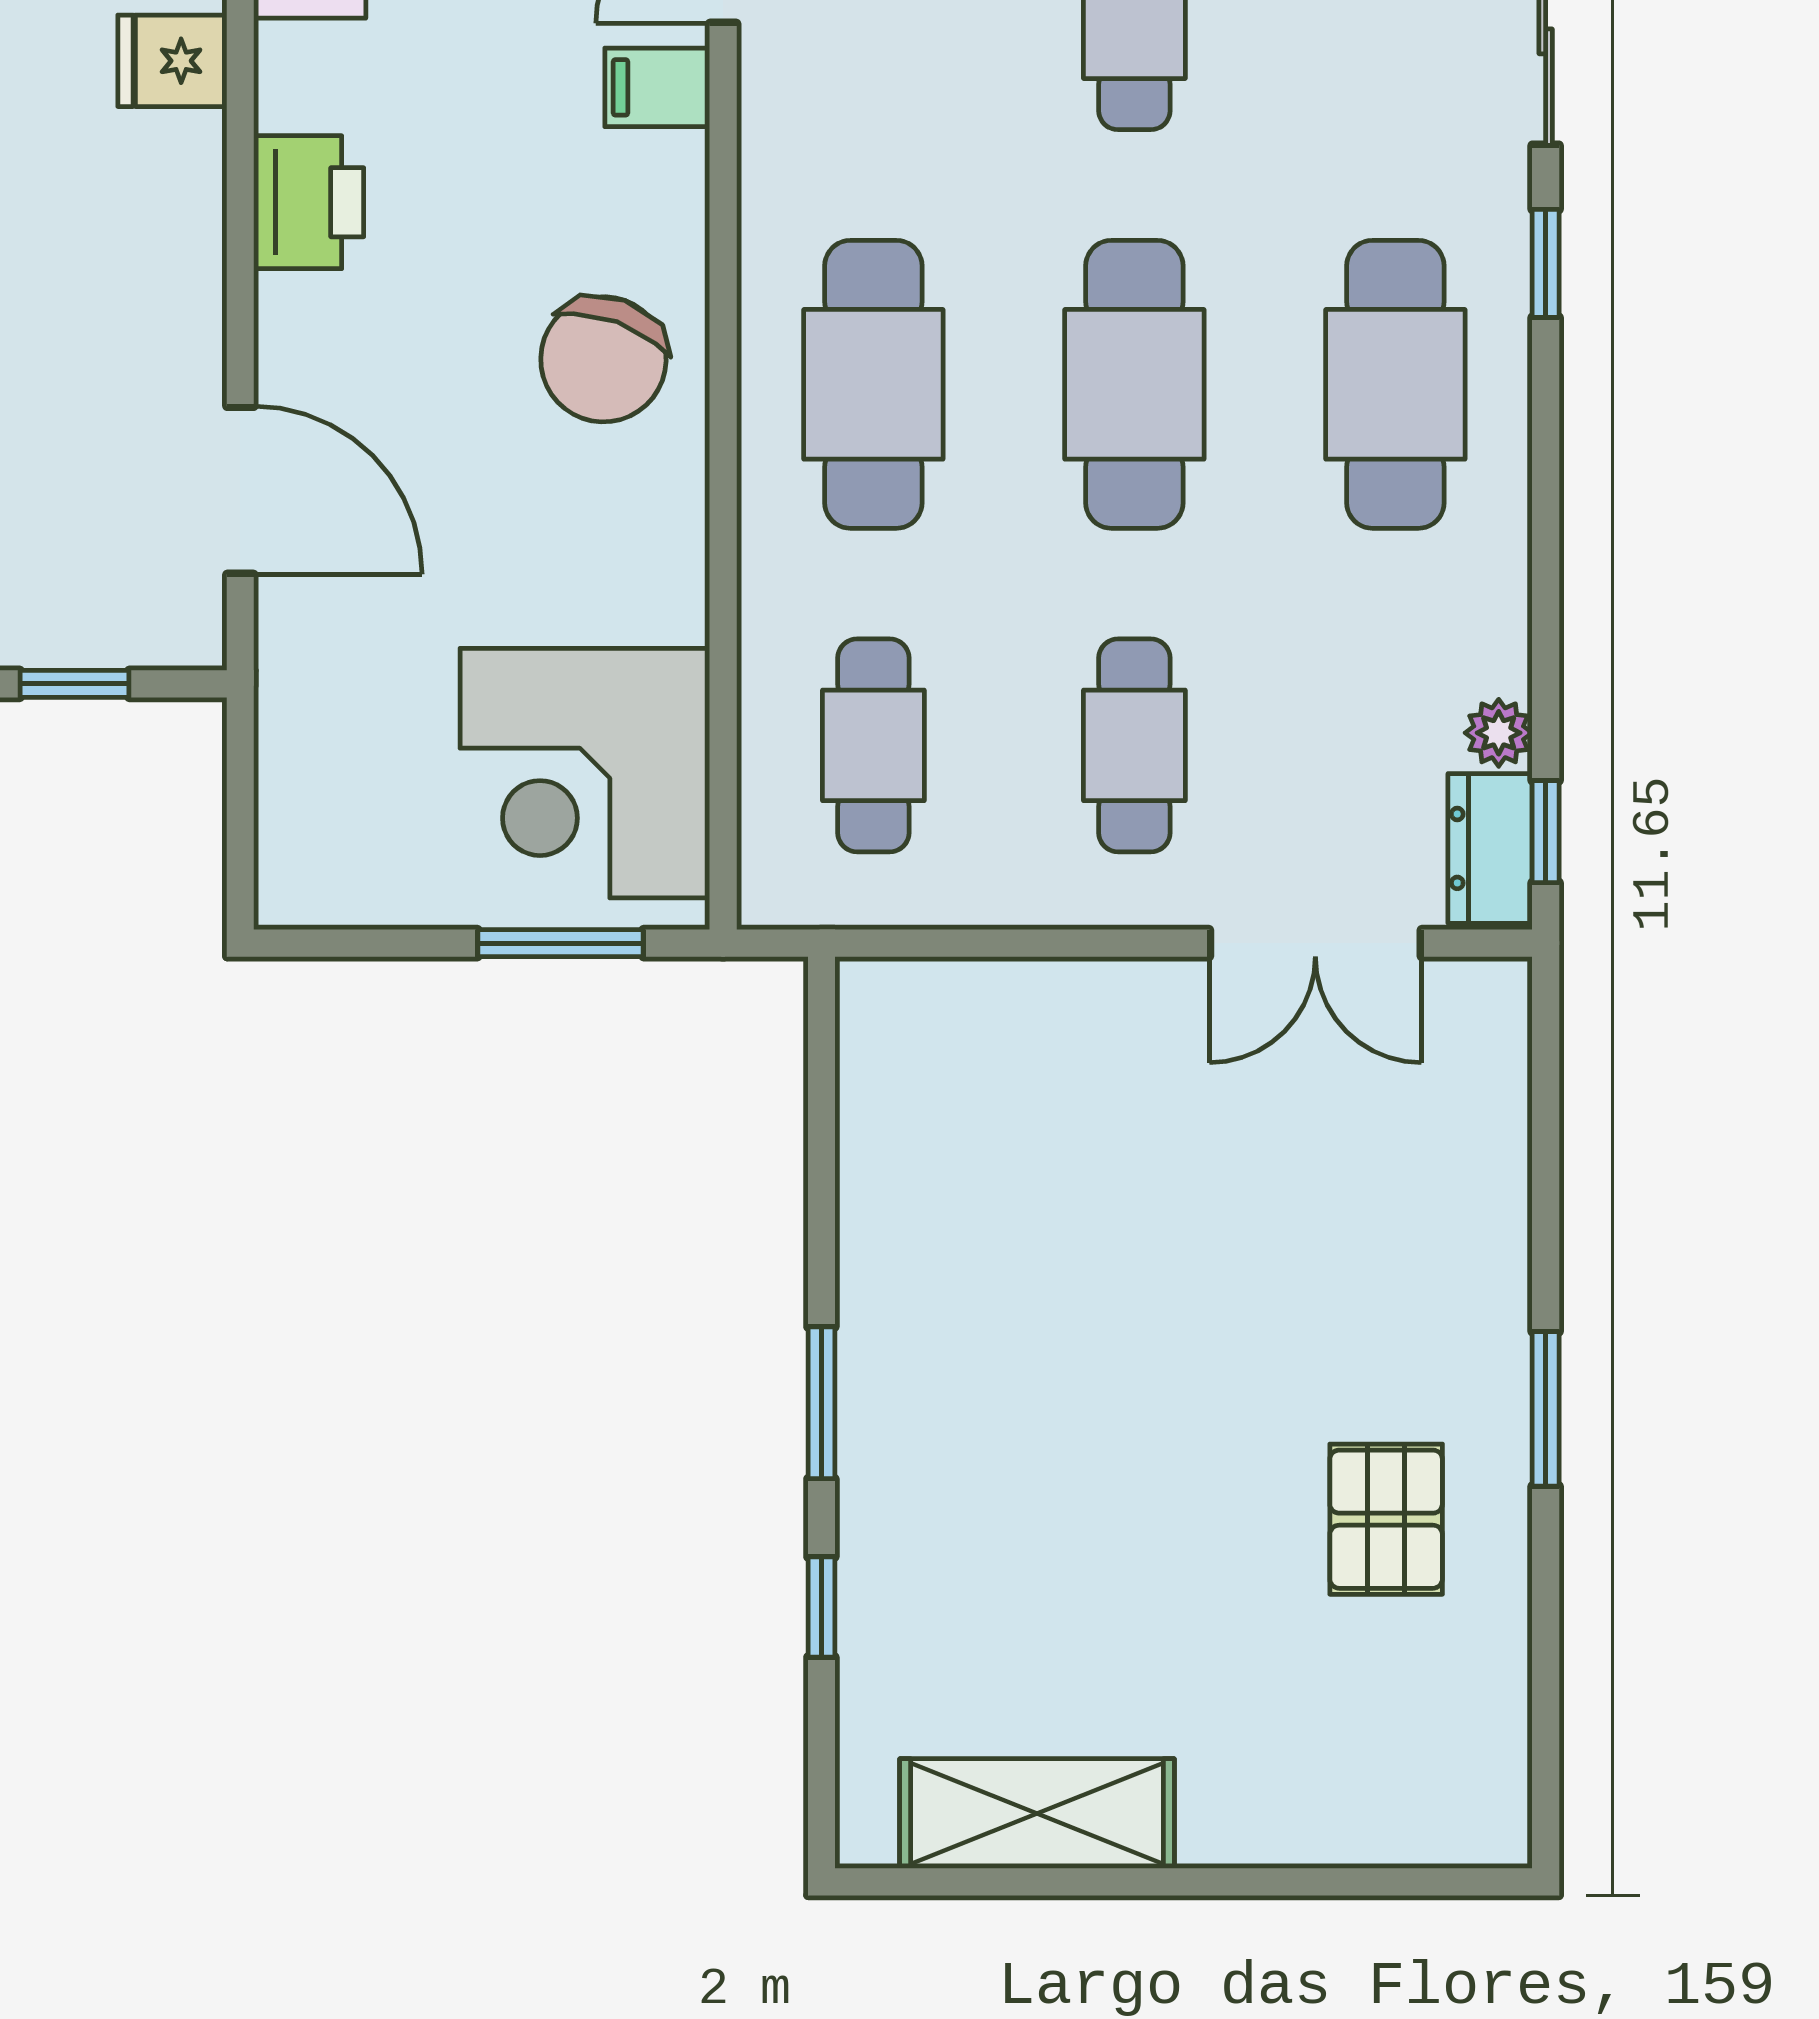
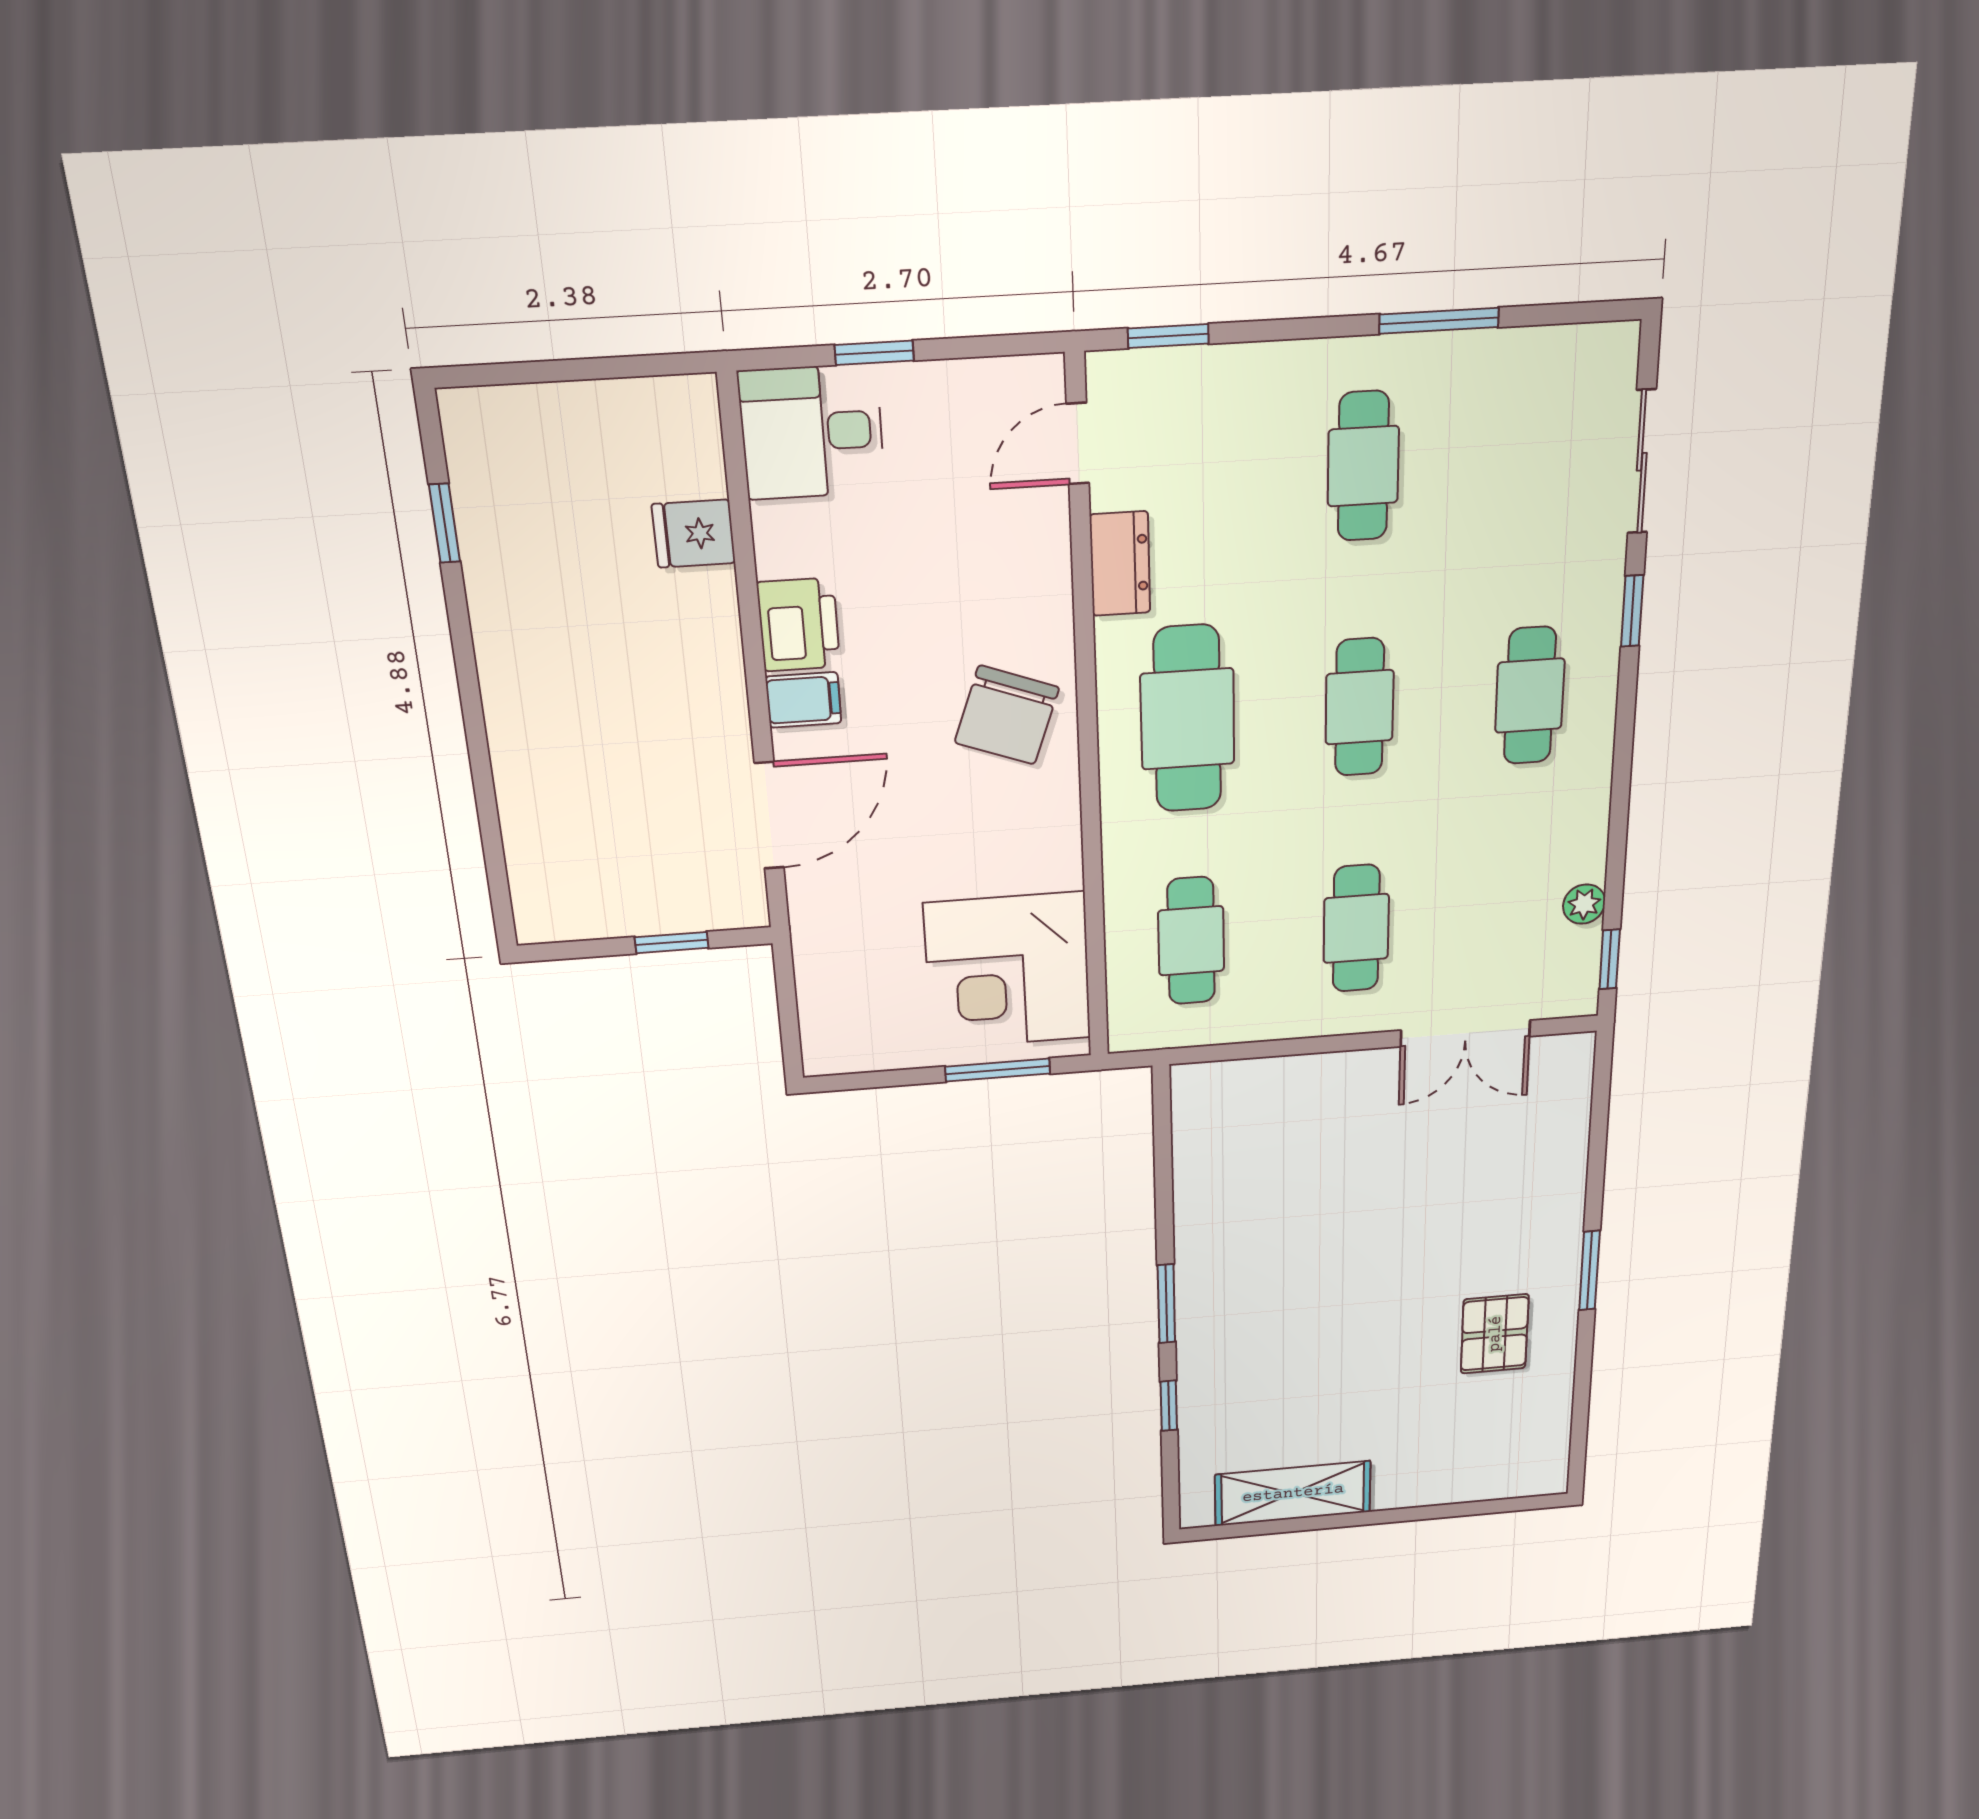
filing cabinet: (657, 87) -> (803, 700), moved, turned 180
cafe table: (1134, 384) -> (1360, 707), width x0.73, depth x0.74
cafe table: (1395, 384) -> (1530, 696), width x0.73, depth x0.74
door: (240, 490) -> (769, 815), hinge flipped
dresser: (1490, 848) -> (1120, 564), moved, turned 180

